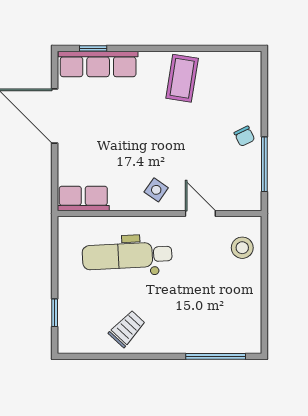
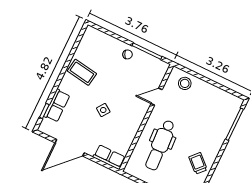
row of seats: (98, 64) -> (57, 106), width x0.68
side table: (156, 190) -> (103, 110), moved
row of seats: (83, 198) -> (109, 157), moved, turned 90

